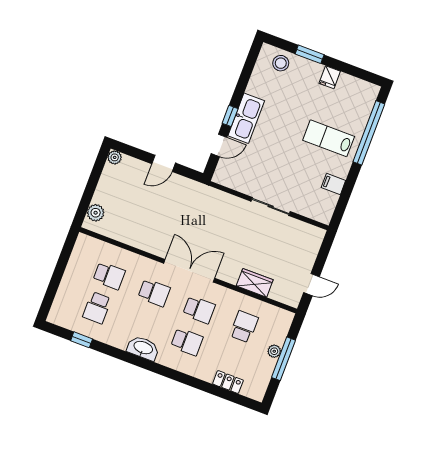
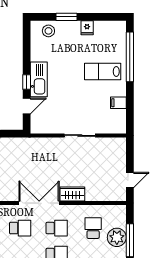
wardrobe: (255, 283) -> (72, 194), moved
plant: (274, 351) -> (117, 237), width x1.87, depth x1.87

